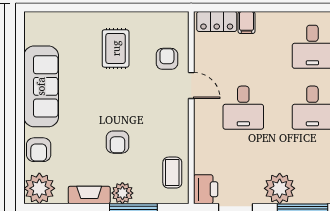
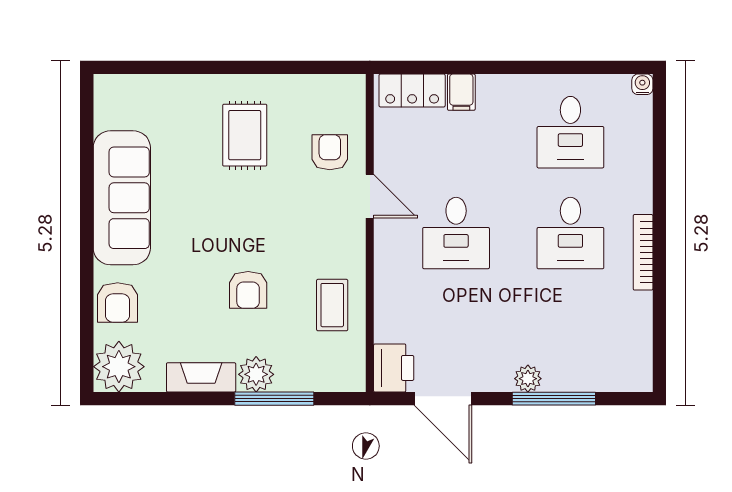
coffee table: (172, 173) -> (332, 305), moved
plant: (280, 188) -> (528, 379), width x0.53, depth x0.53

